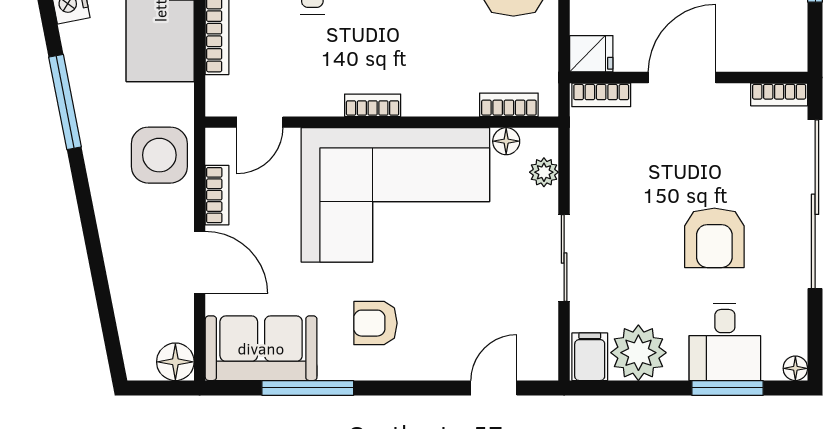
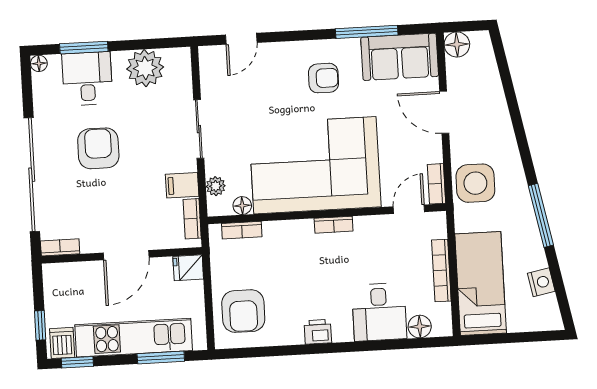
bookcase: (601, 95) -> (192, 219), moved, turned -90
bookcase: (217, 195) -> (436, 184), moved
filing cabinet: (590, 357) -> (182, 185), moved, turned 90

